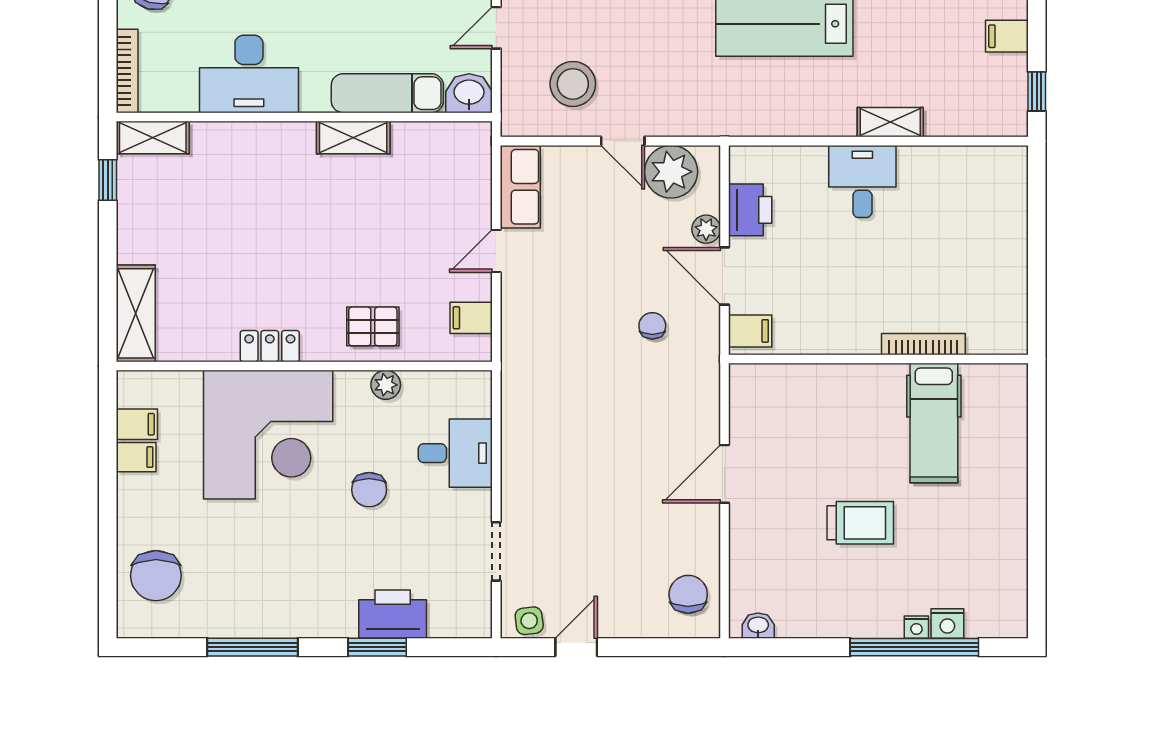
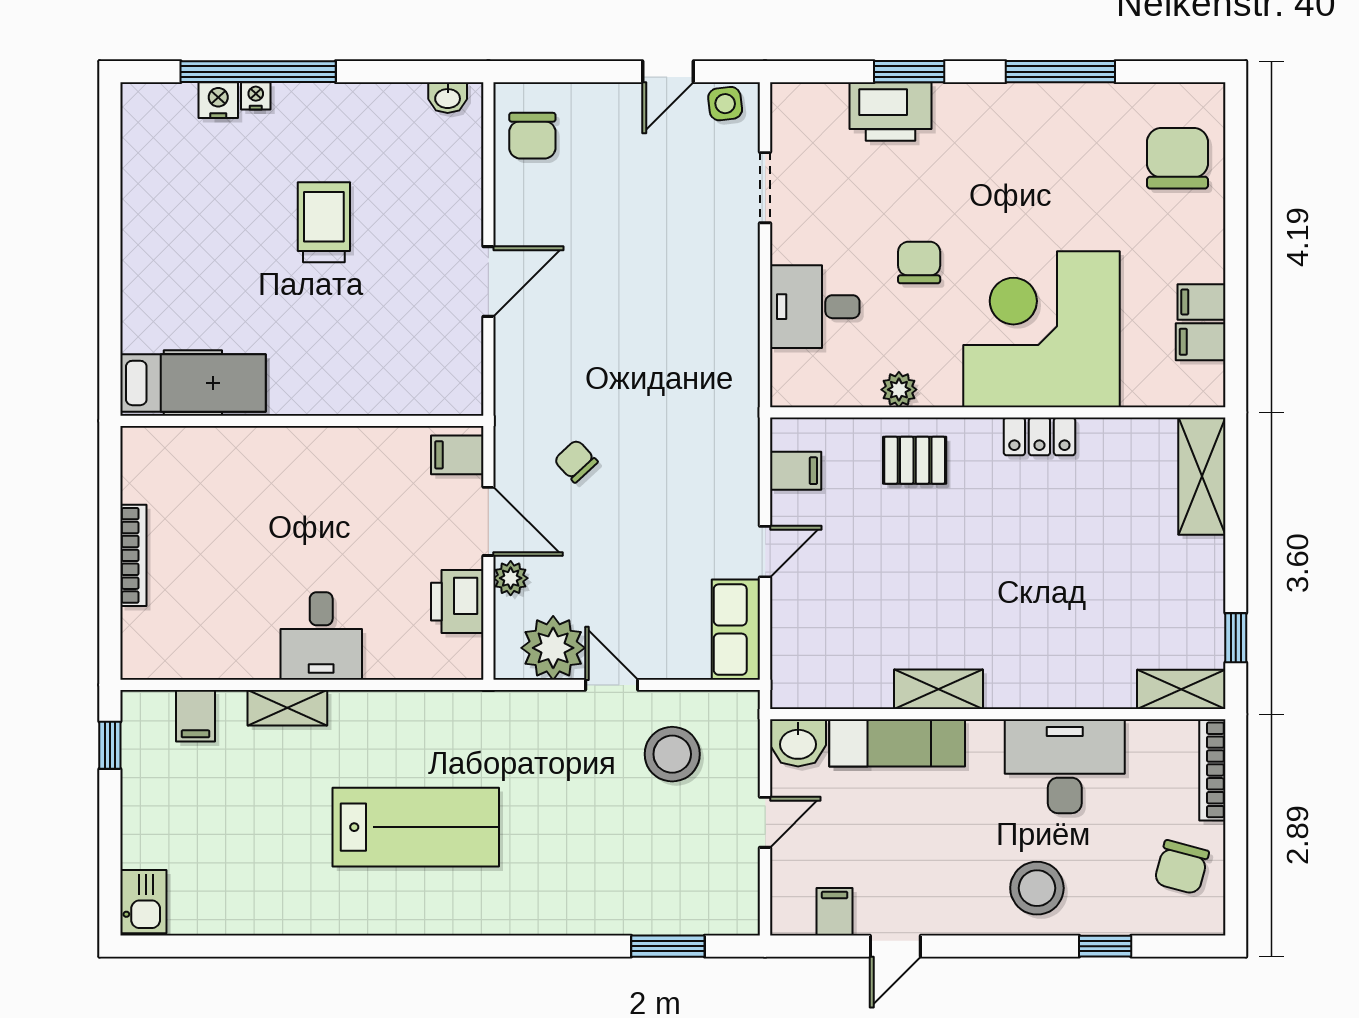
filing cabinet: (1007, 36) -> (195, 716), moved, turned 90
chair: (652, 326) -> (576, 461), turned 137
bookcase: (923, 344) -> (133, 555), moved, turned -90
hospital bed: (934, 423) -> (193, 383), moved, turned 90
trolley: (860, 523) -> (324, 222), turned 90

